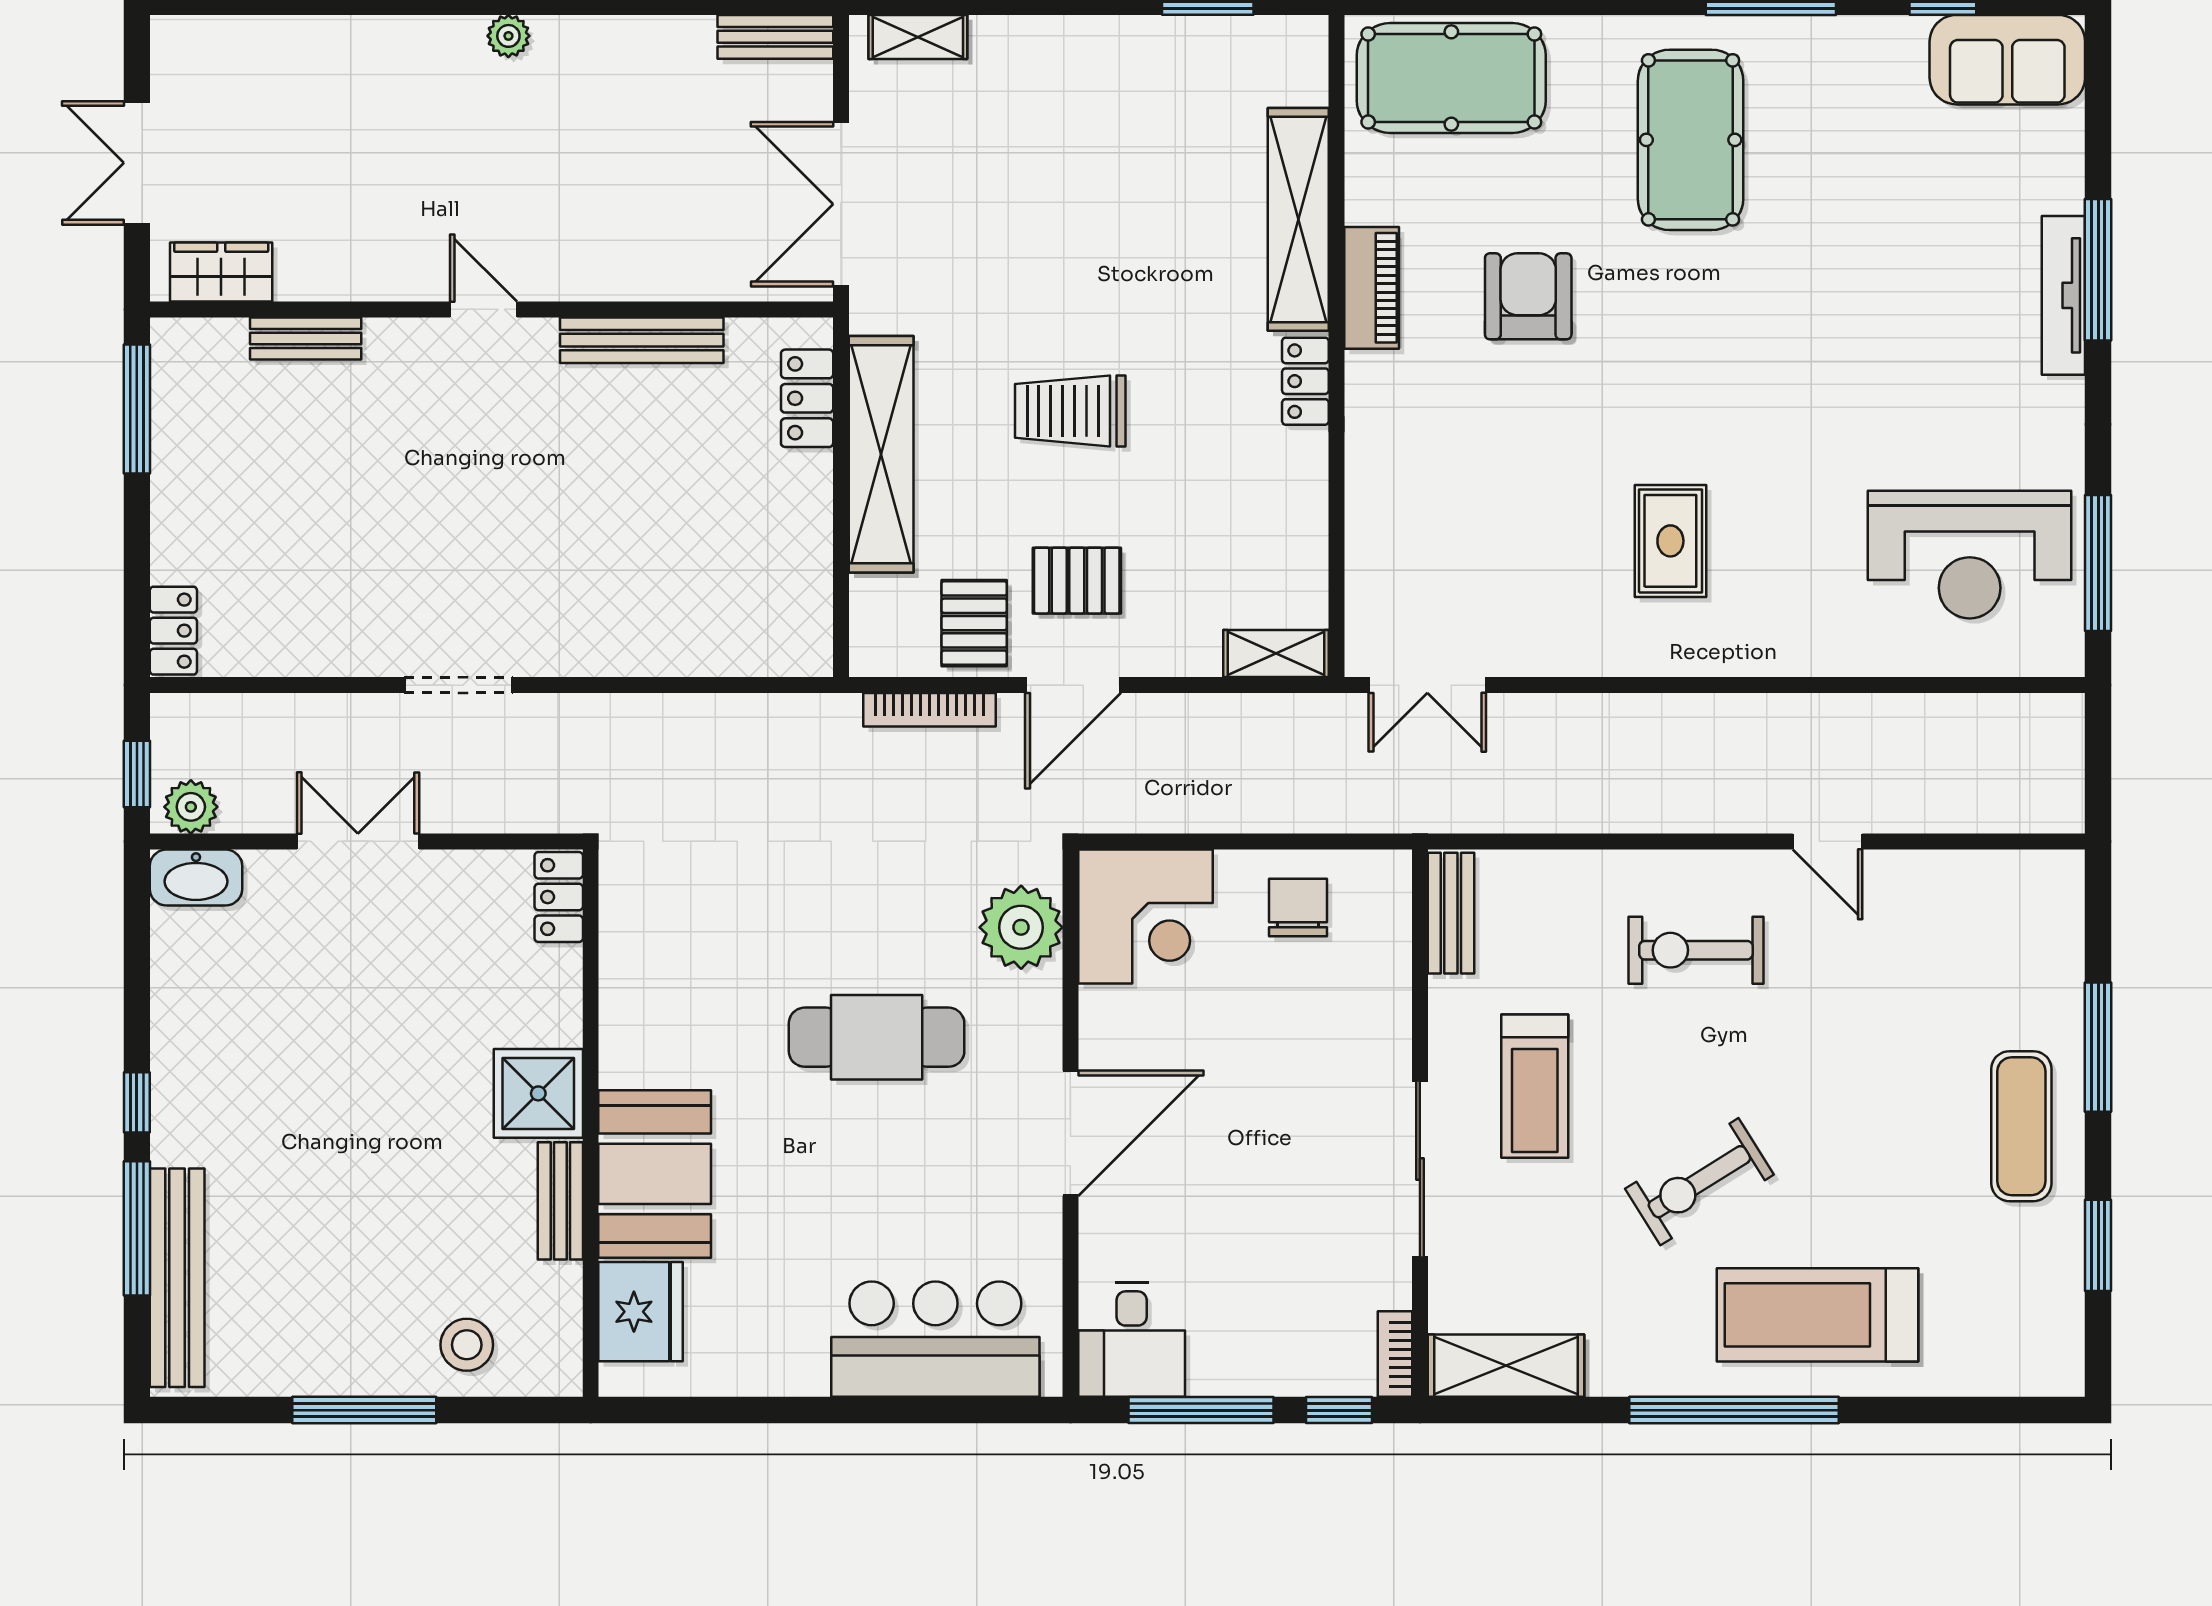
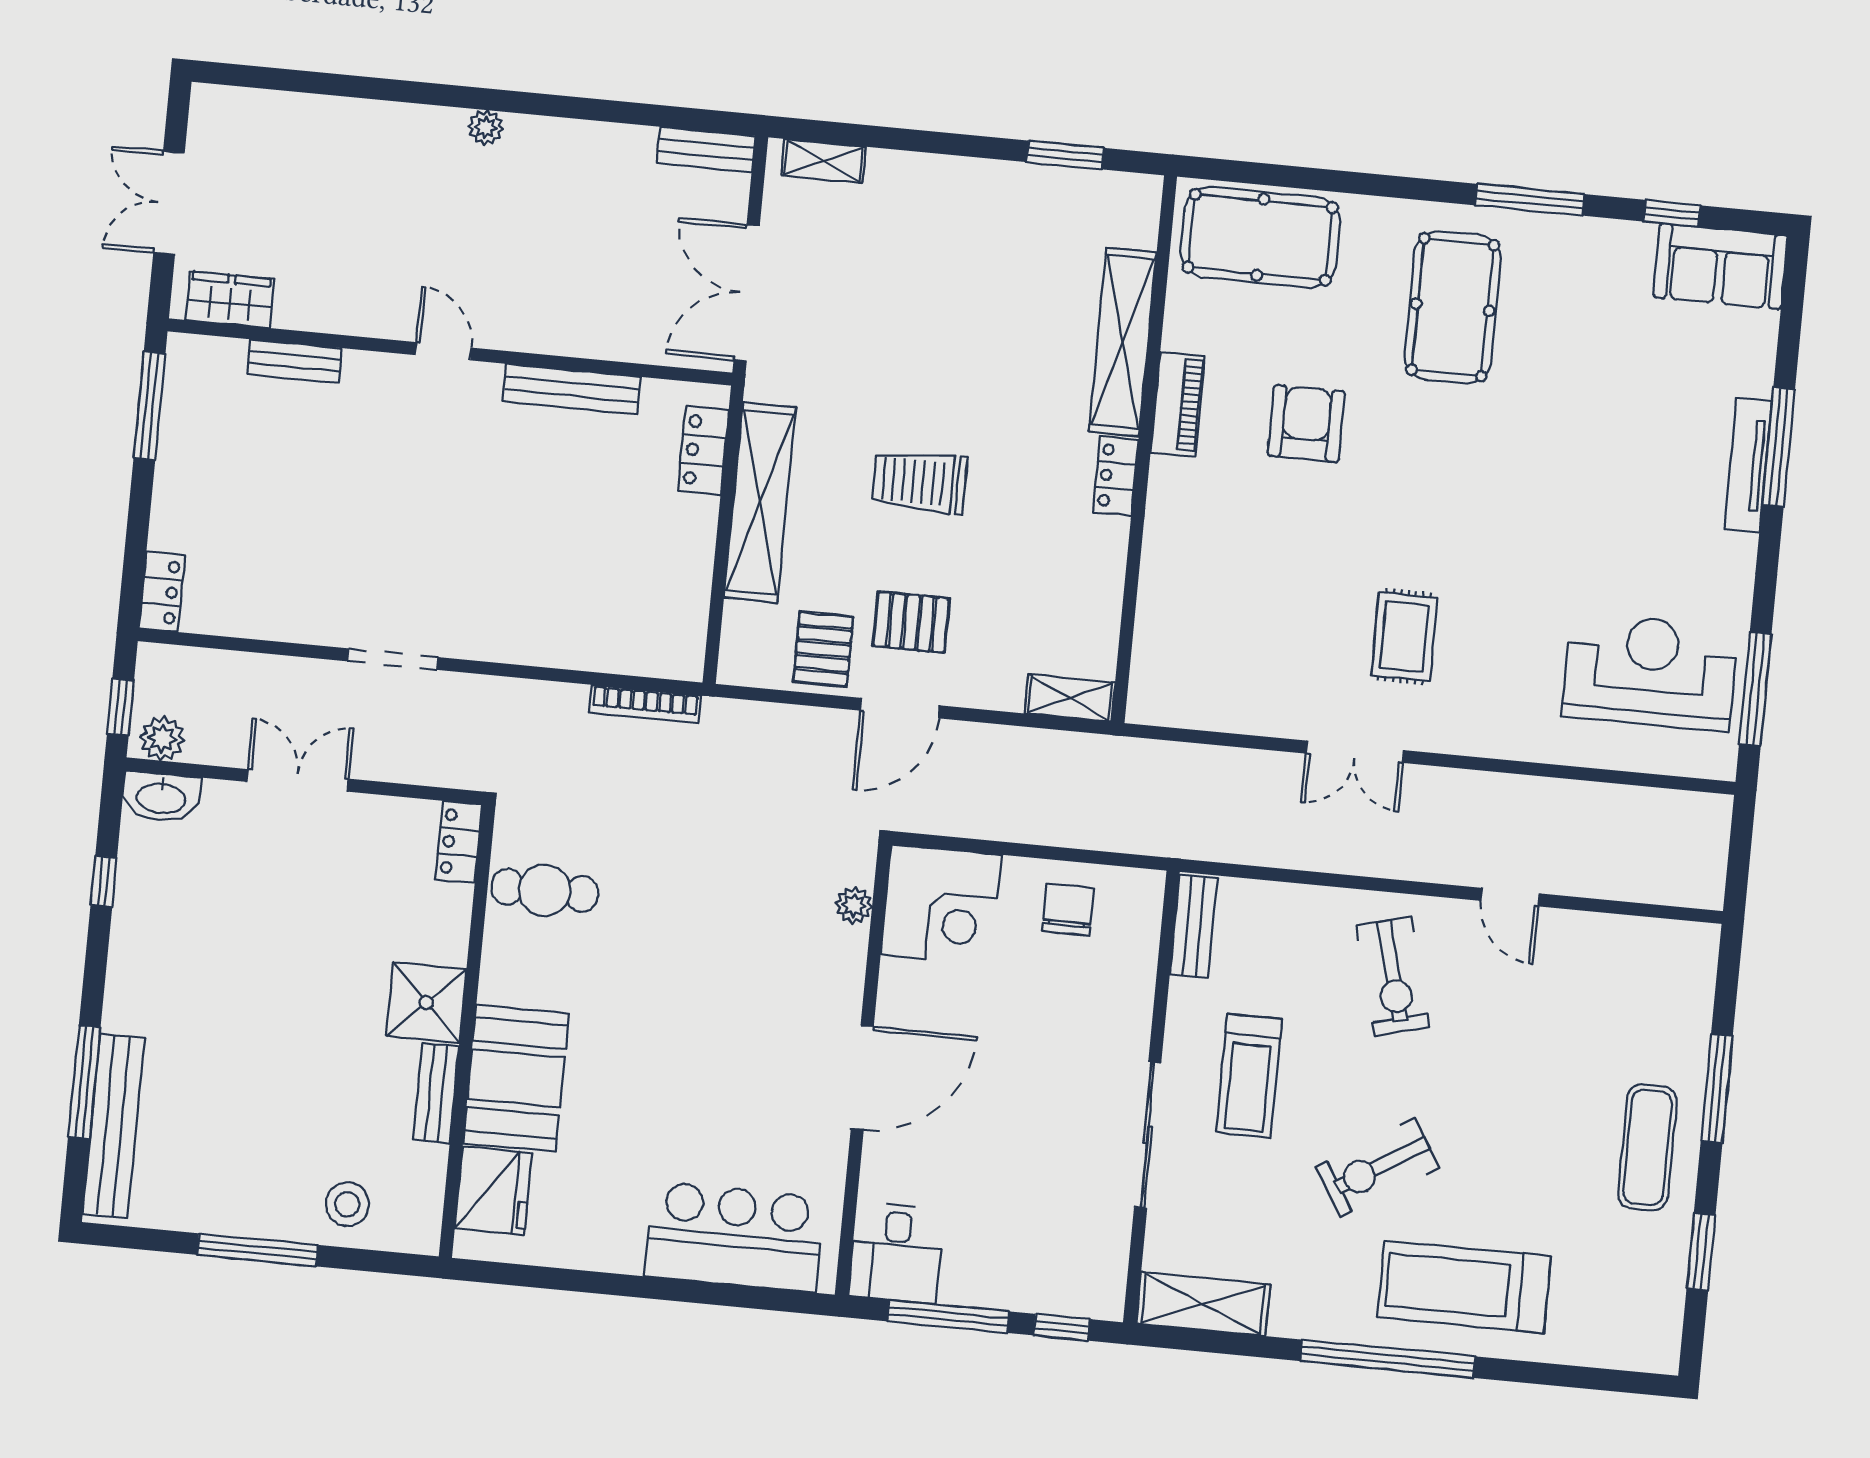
reception desk: (1970, 555) -> (1650, 672), turned 180
double door: (1427, 685) -> (1355, 752), moved
bookcase: (930, 710) -> (645, 704), moved
plant: (1021, 927) -> (854, 905), width x0.53, depth x0.53
exercise bike: (1696, 950) -> (1393, 976), turned -105
cafe table: (877, 1037) -> (545, 890), moved, width x0.73, depth x0.74
window: (137, 1102) -> (104, 881), moved
bookcase: (1395, 1354) -> (1112, 1286), removed

